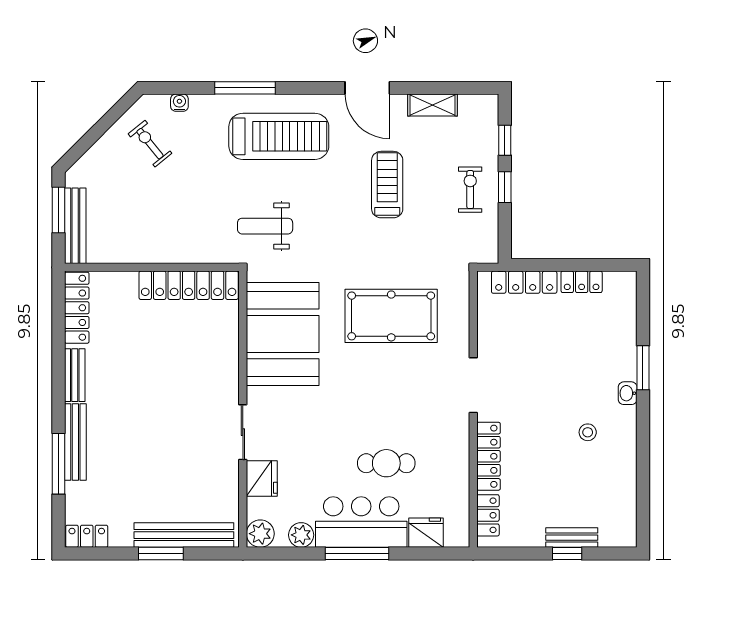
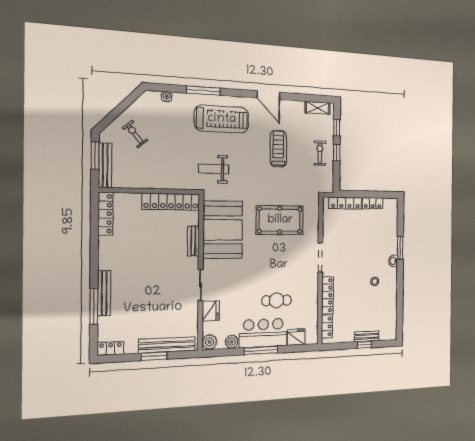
shelving: (433, 105) -> (318, 108), moved
exercise bike: (150, 144) -> (135, 134), moved
bench: (75, 375) -> (193, 241), moved

